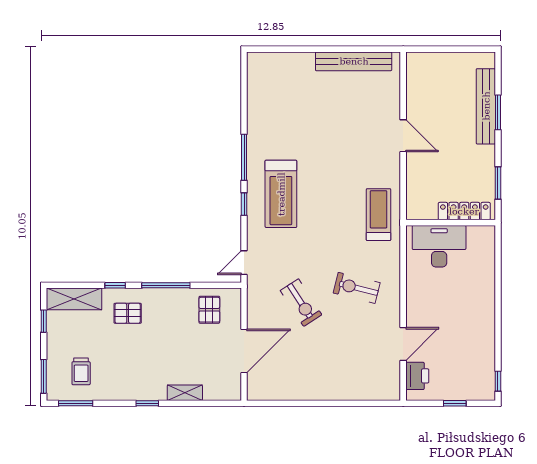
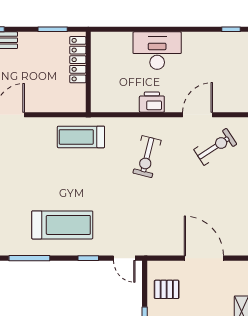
window: (244, 204) -> (88, 258), moved
desk: (439, 246) -> (157, 51), moved, turned 90
exercise bike: (301, 303) -> (215, 147), moved
door: (403, 344) -> (198, 115), hinge flipped
printer: (417, 376) -> (152, 102), moved

